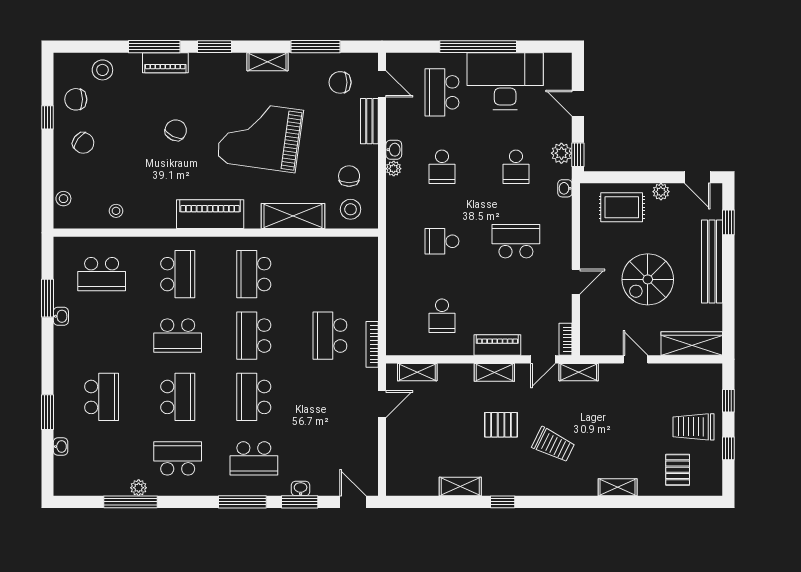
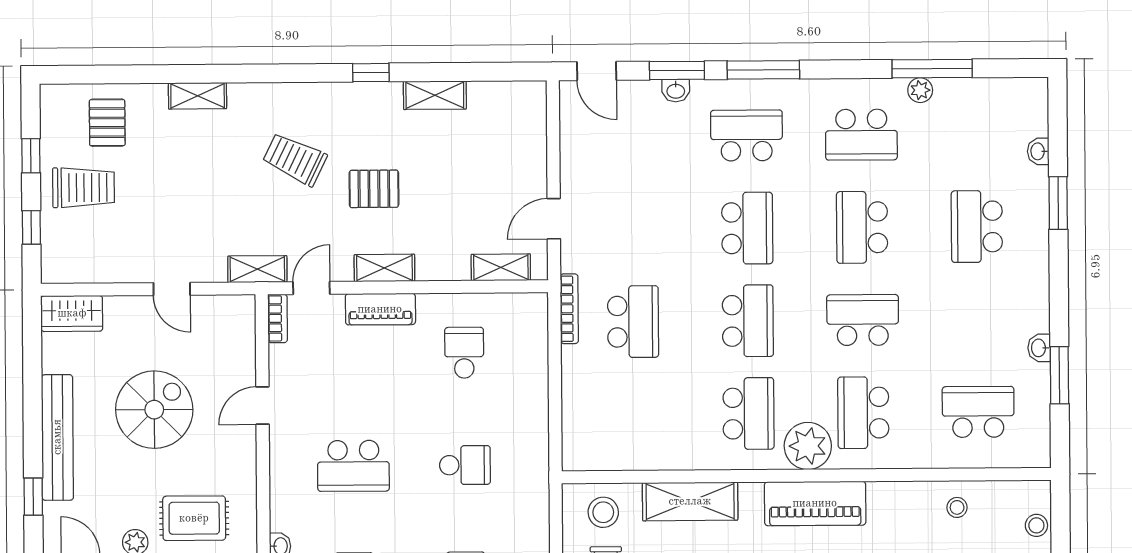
plant: (215, 252) -> (808, 446), added
wardrobe: (692, 344) -> (72, 313), width x0.67

